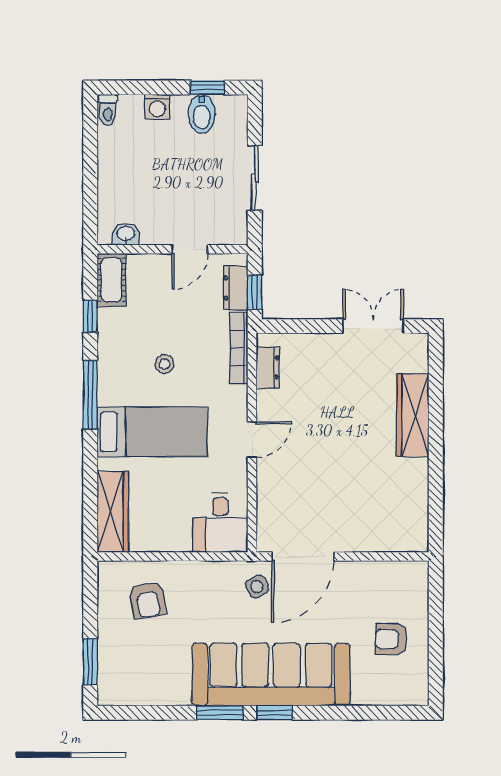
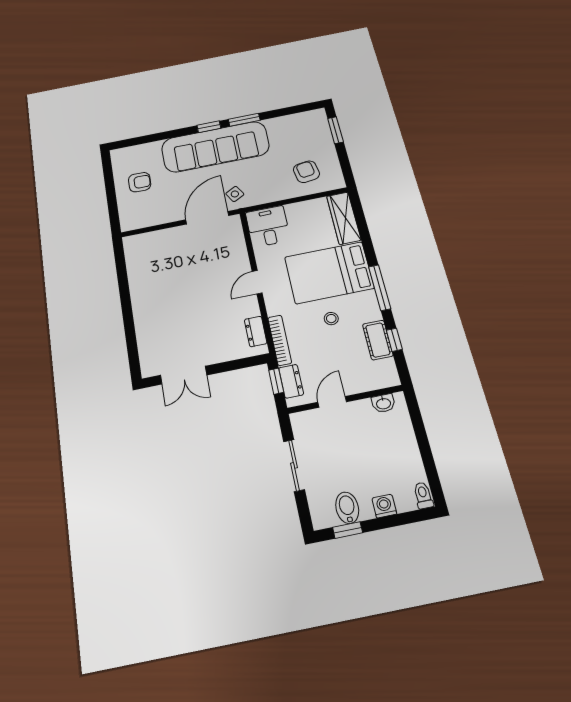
cot: (111, 280) -> (378, 340), moved
wardrobe: (413, 415) -> (145, 321), removed
bed: (152, 432) -> (329, 273), width x1.50

